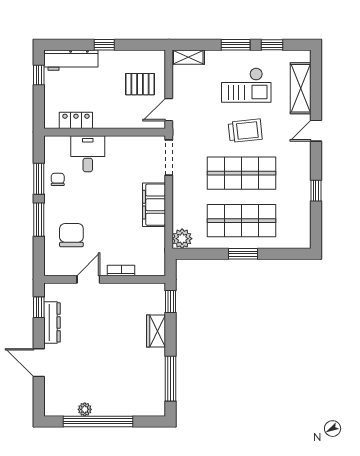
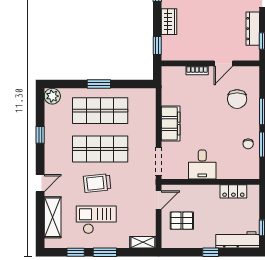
desk: (88, 154) -> (202, 165), moved
plant: (182, 239) -> (52, 96), moved

